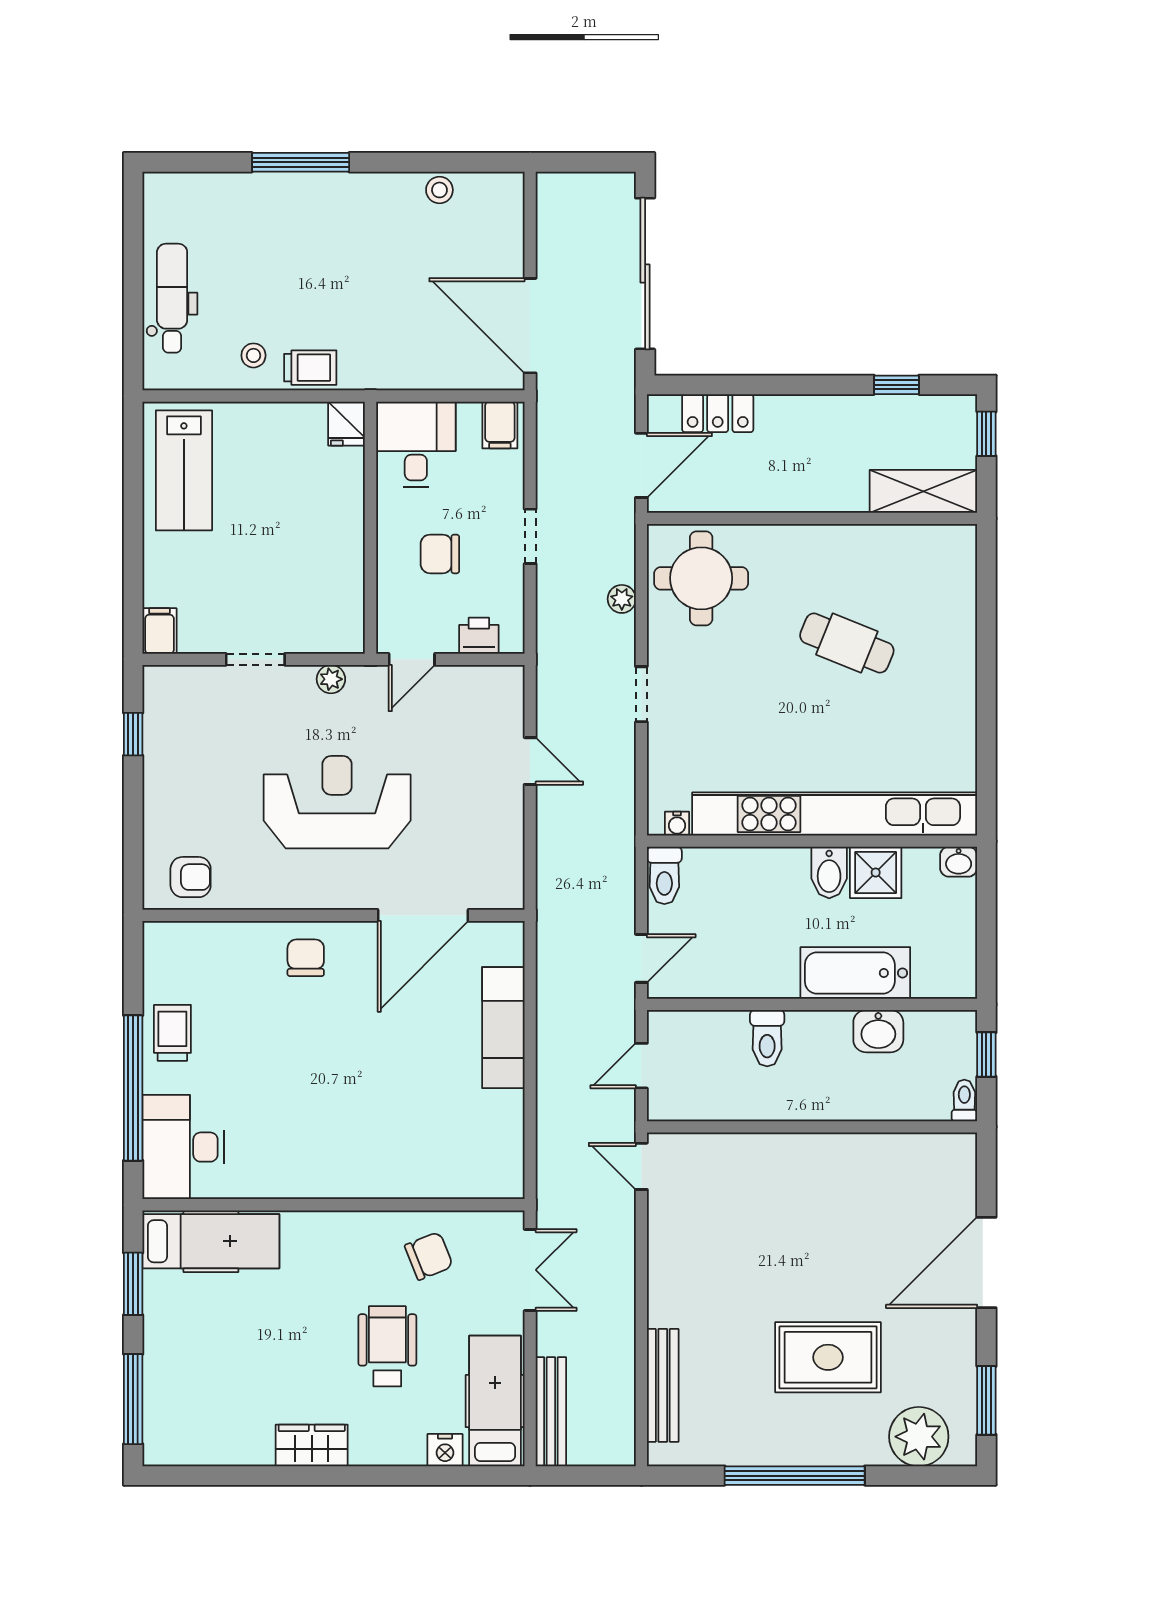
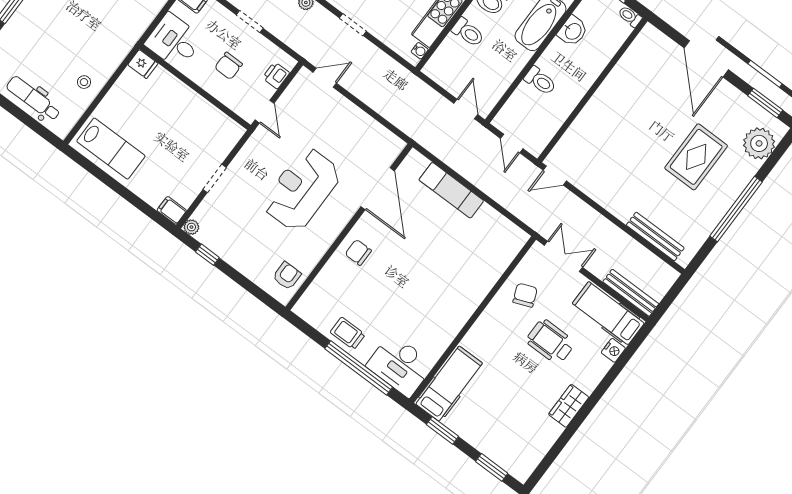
trolley: (310, 368) -> (107, 62), removed
plant: (331, 679) -> (191, 227), moved
door: (530, 761) -> (325, 78), moved
toilet: (664, 875) -> (468, 32), moved
window: (133, 1399) -> (492, 467), width x0.69

